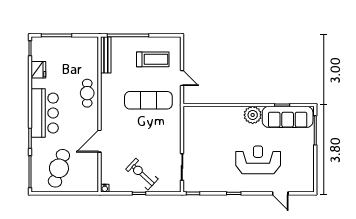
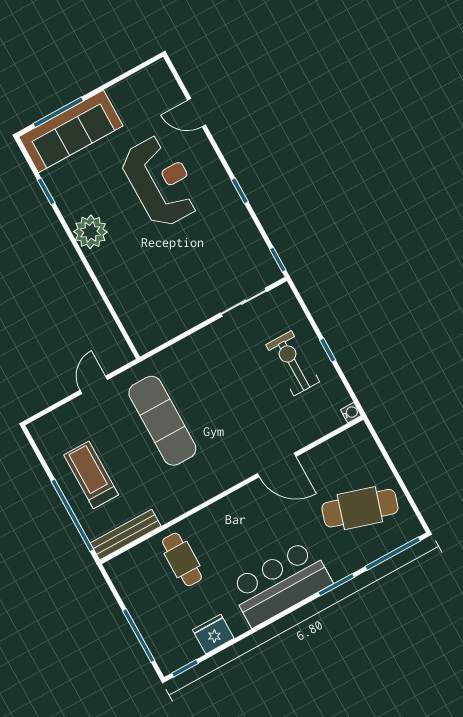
treadmill: (153, 59) -> (91, 475), moved
cafe table: (87, 93) -> (182, 559), moved, turned 90
sofa: (288, 117) -> (71, 131), moved, turned 90
reception desk: (258, 160) -> (161, 181), turned 180
exercise bike: (142, 174) -> (293, 363), turned 137
door: (280, 193) -> (197, 113), swing flipped

